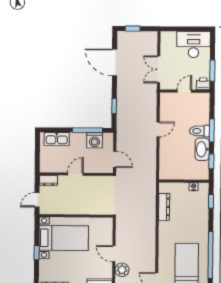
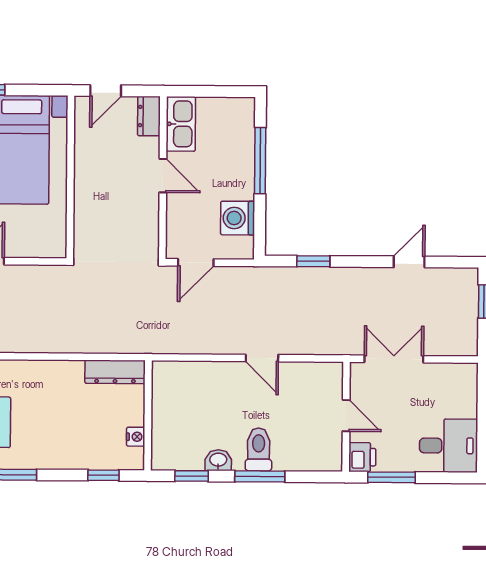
desk: (194, 45) -> (449, 446), width x0.73
door: (115, 63) -> (409, 262), width x0.53
window: (87, 130) -> (260, 161), moved
kitchen sink: (57, 139) -> (181, 124), moved, turned 180
washbasin: (202, 149) -> (218, 460), width x0.52, depth x0.69
door: (37, 200) -> (106, 91), swing flipped
dresser: (164, 207) -> (115, 372), moved

